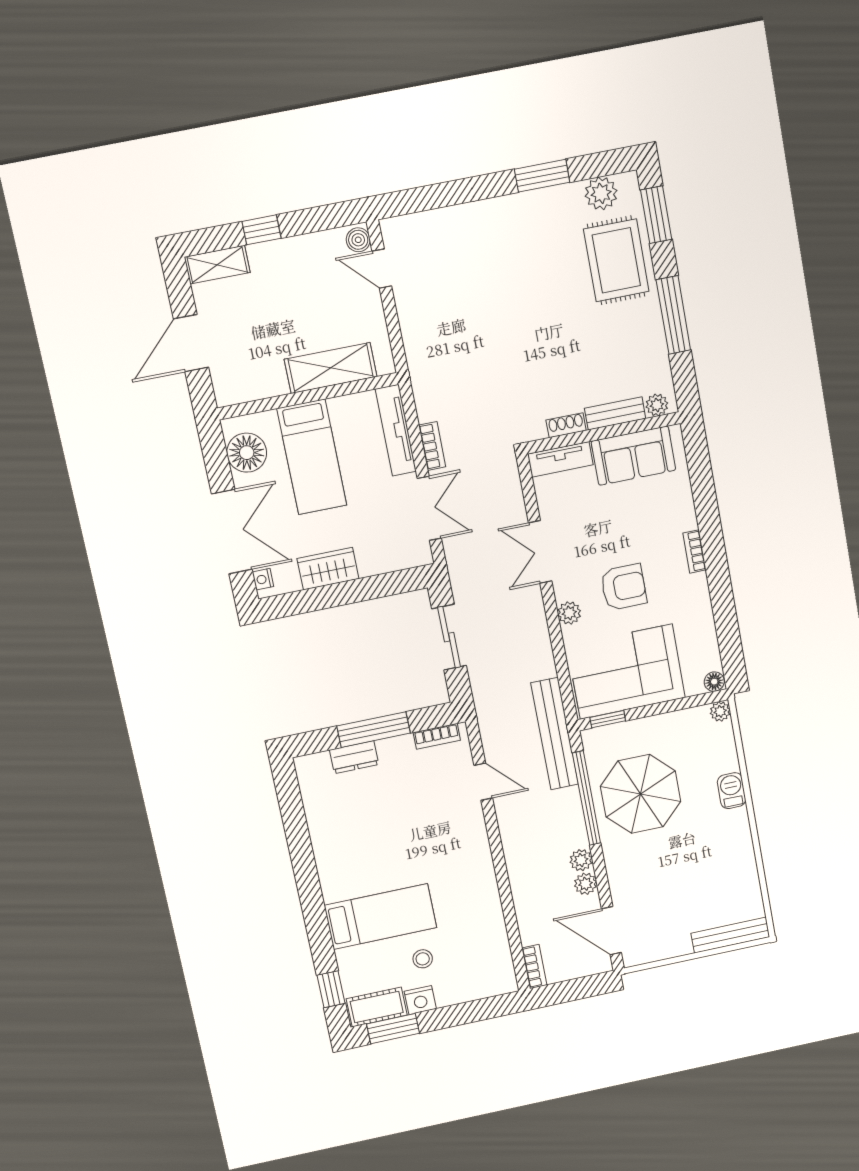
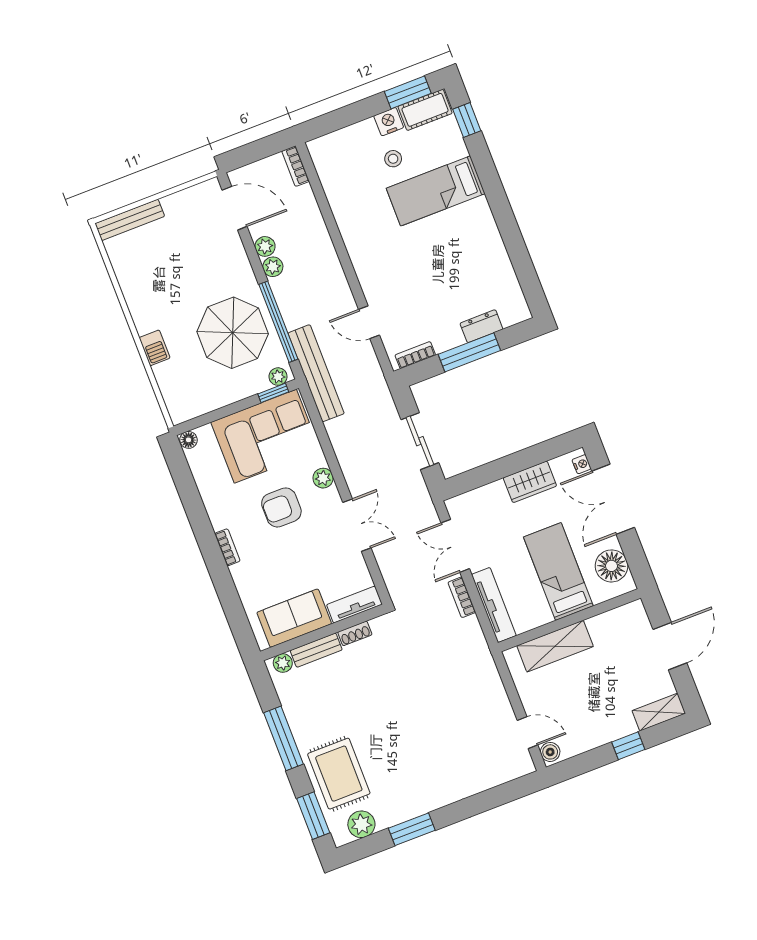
plant: (720, 711) -> (278, 377), moved

